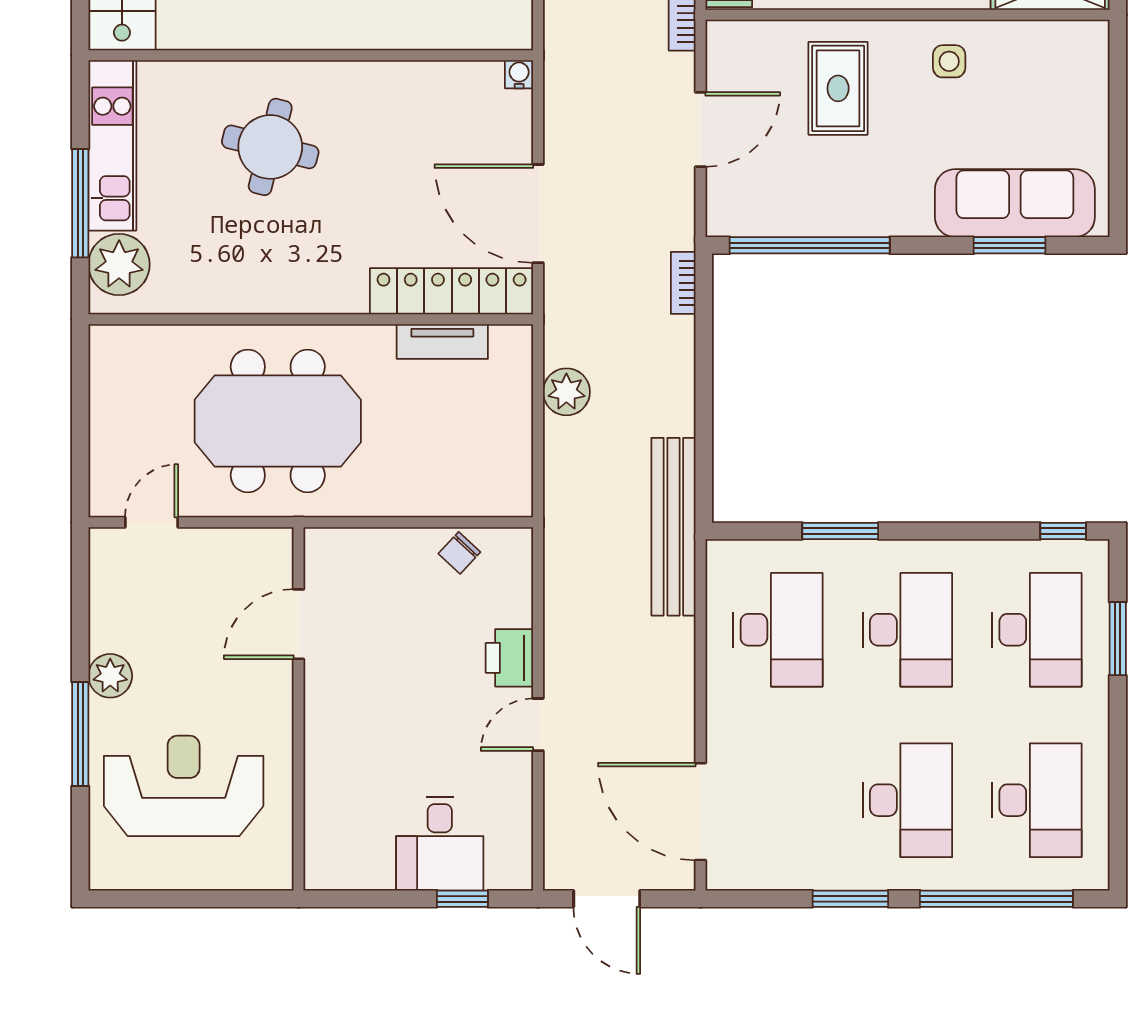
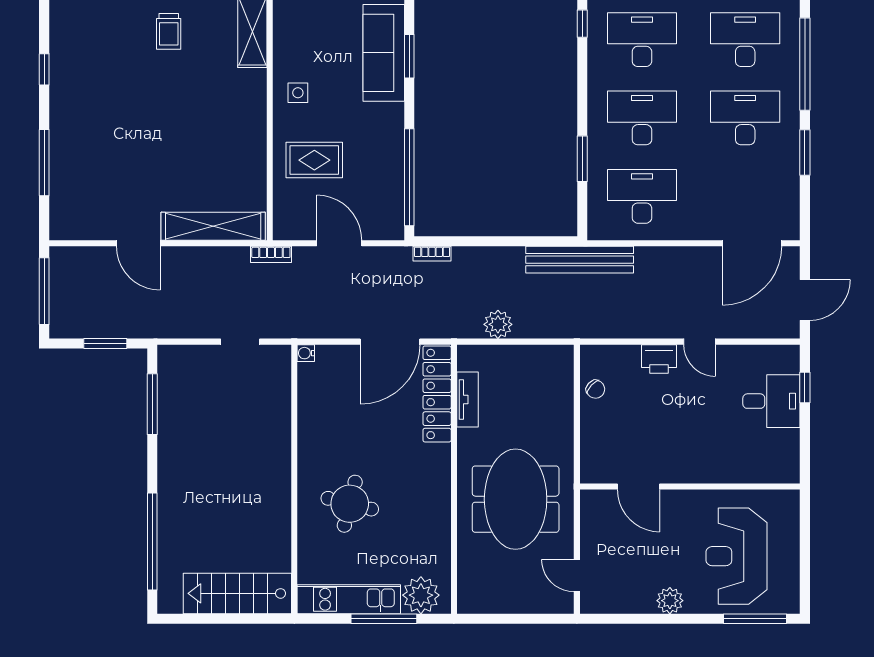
window: (80, 734) -> (755, 619), moved

